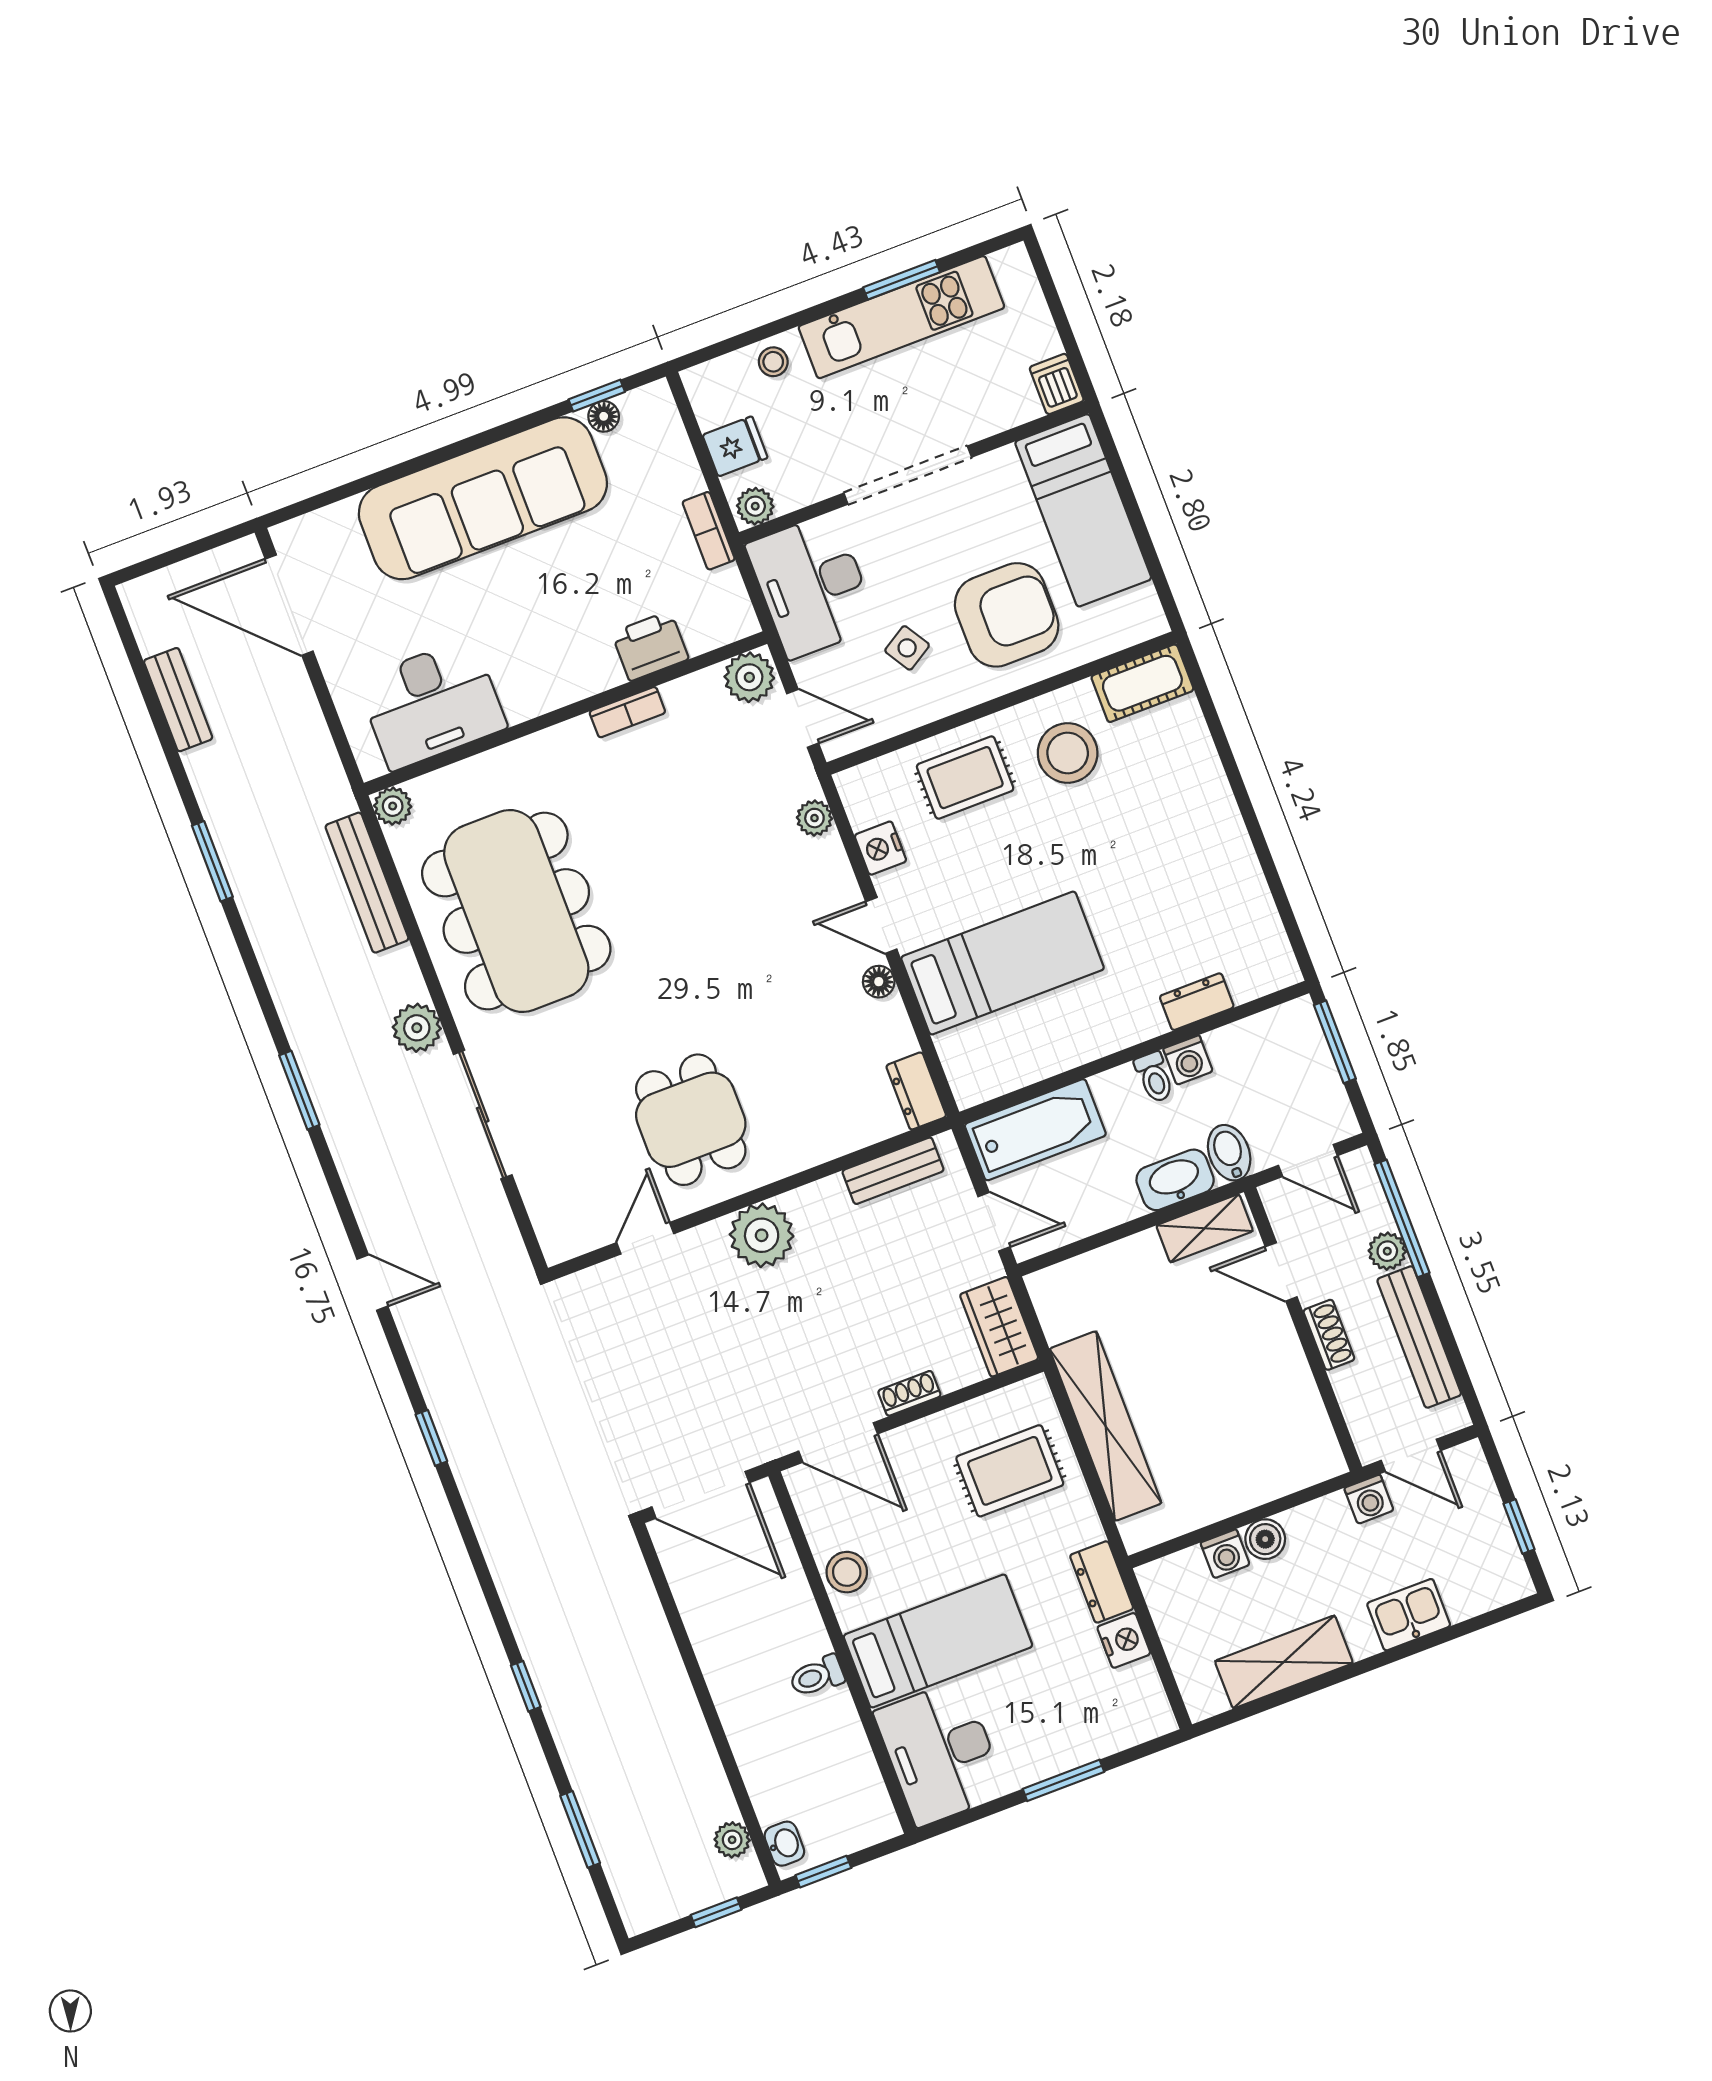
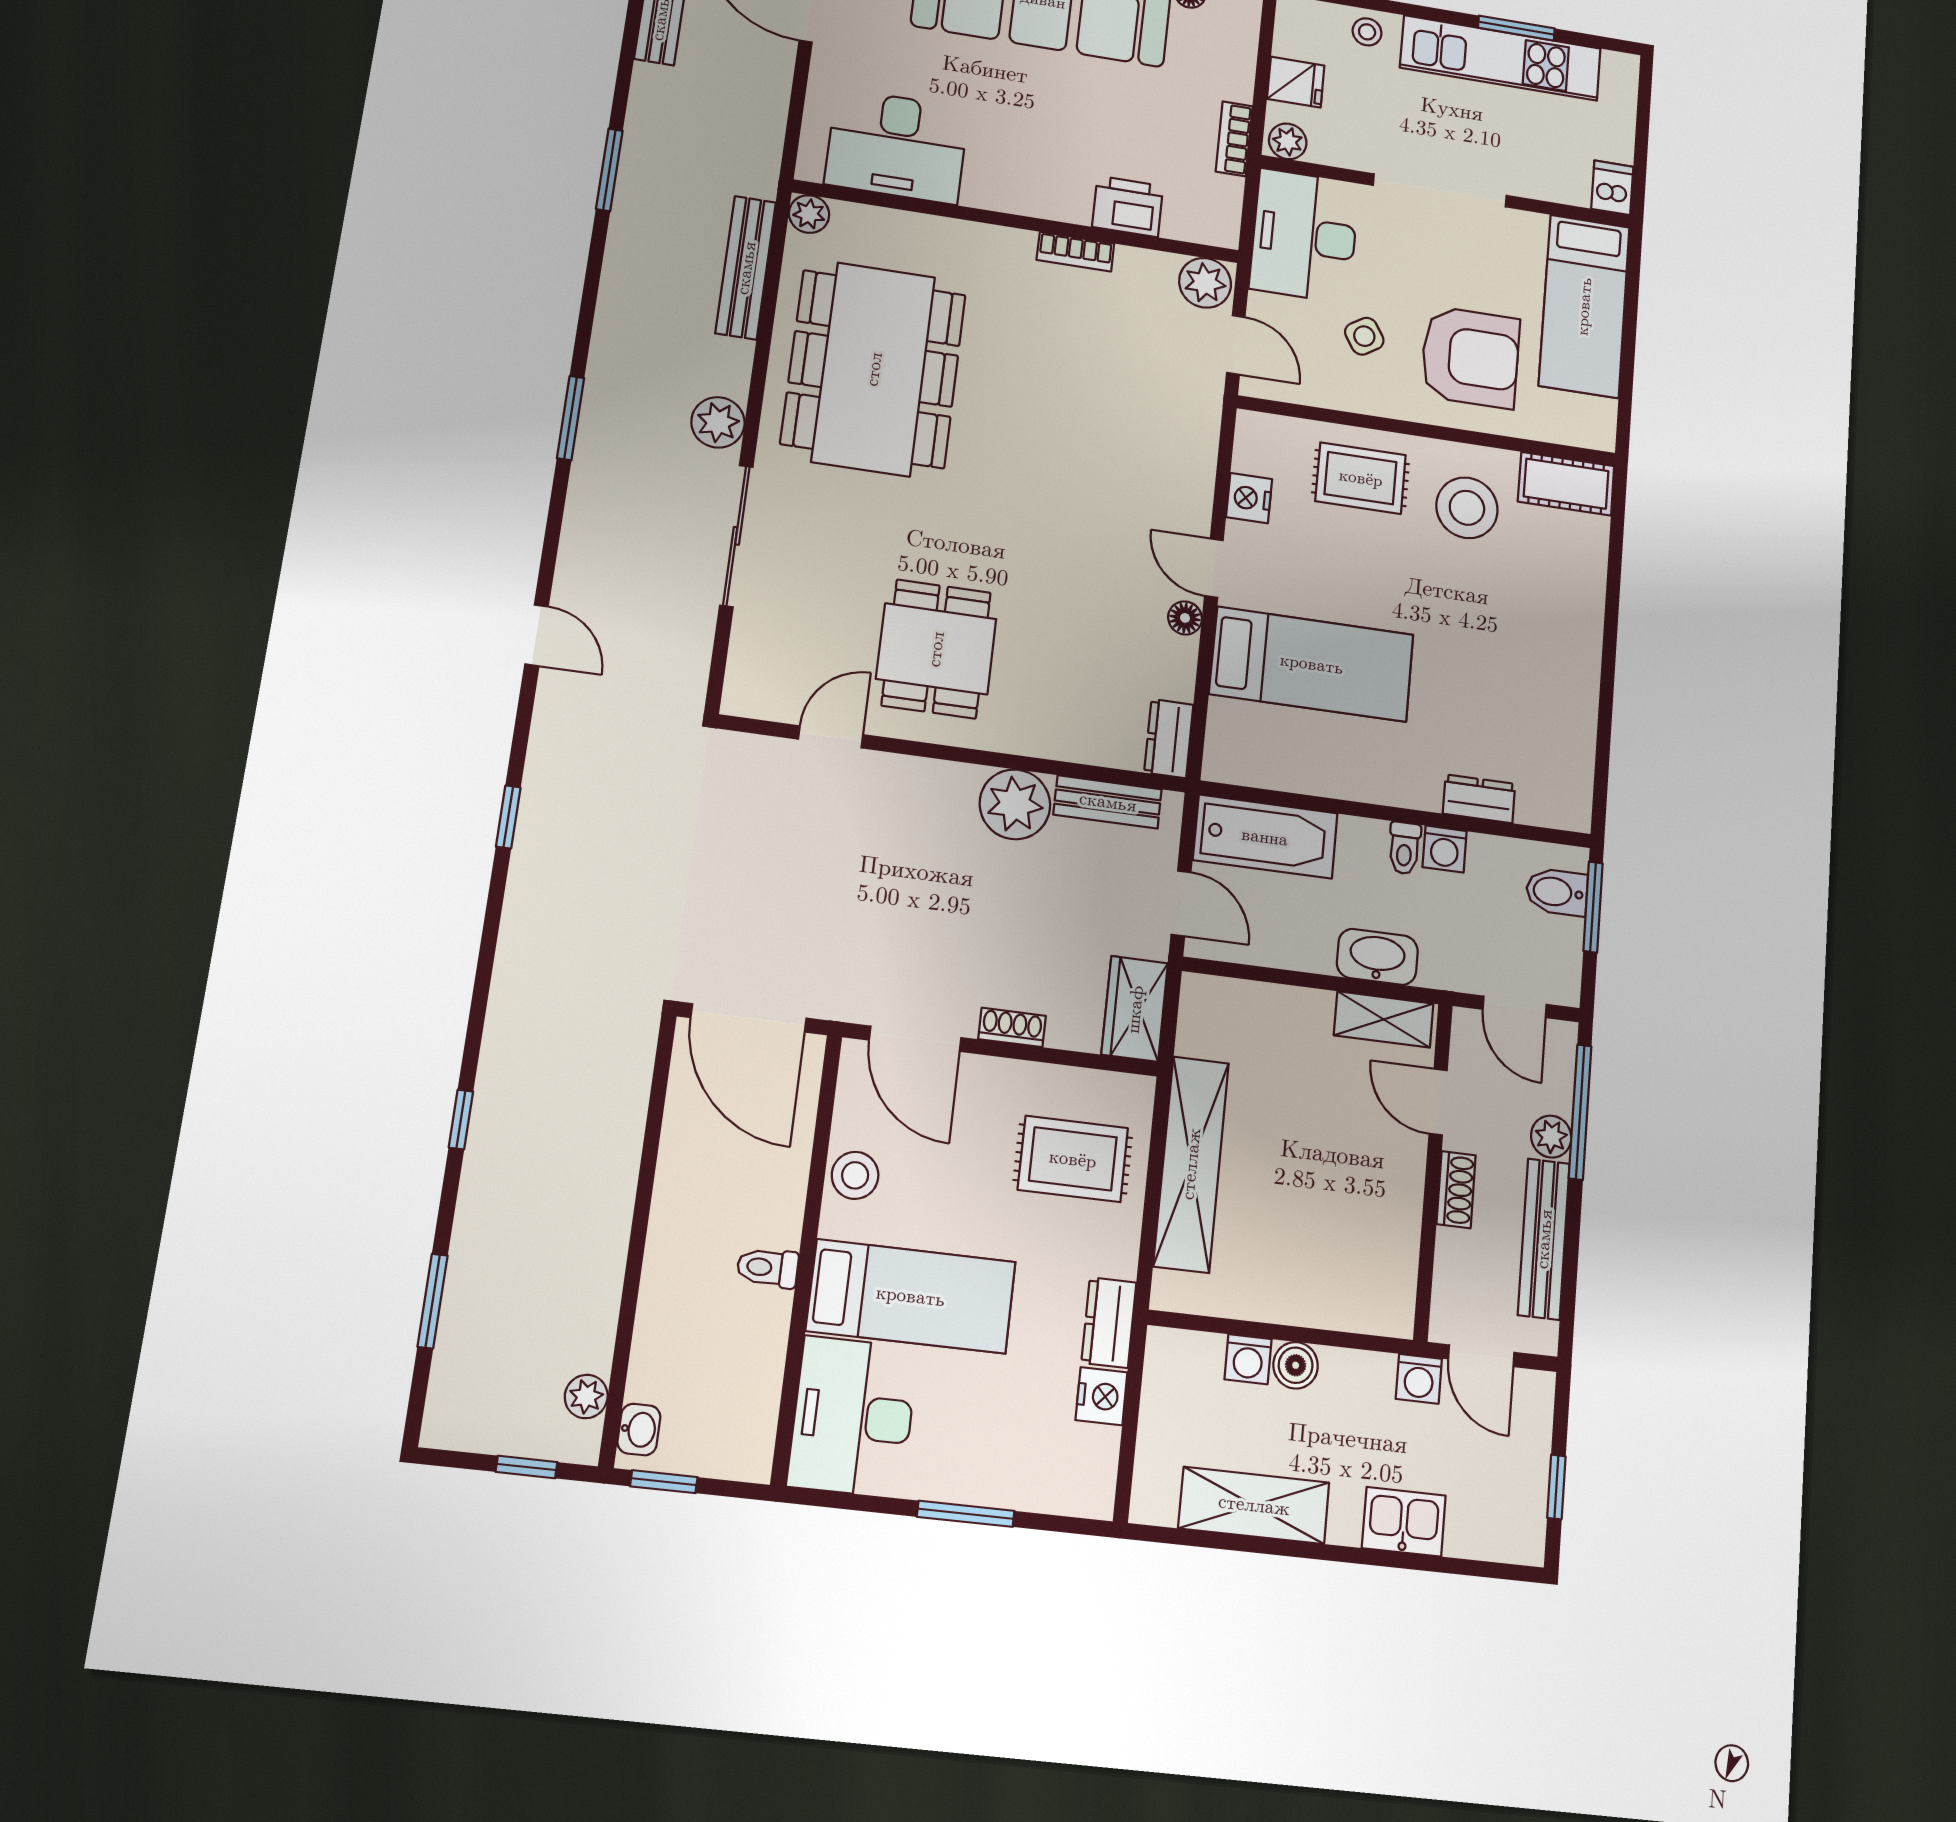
plant: (814, 818) -> (1201, 438), removed
bidet: (1229, 1153) -> (1557, 892), moved, turned -90
plant: (762, 1235) -> (1015, 804), moved

